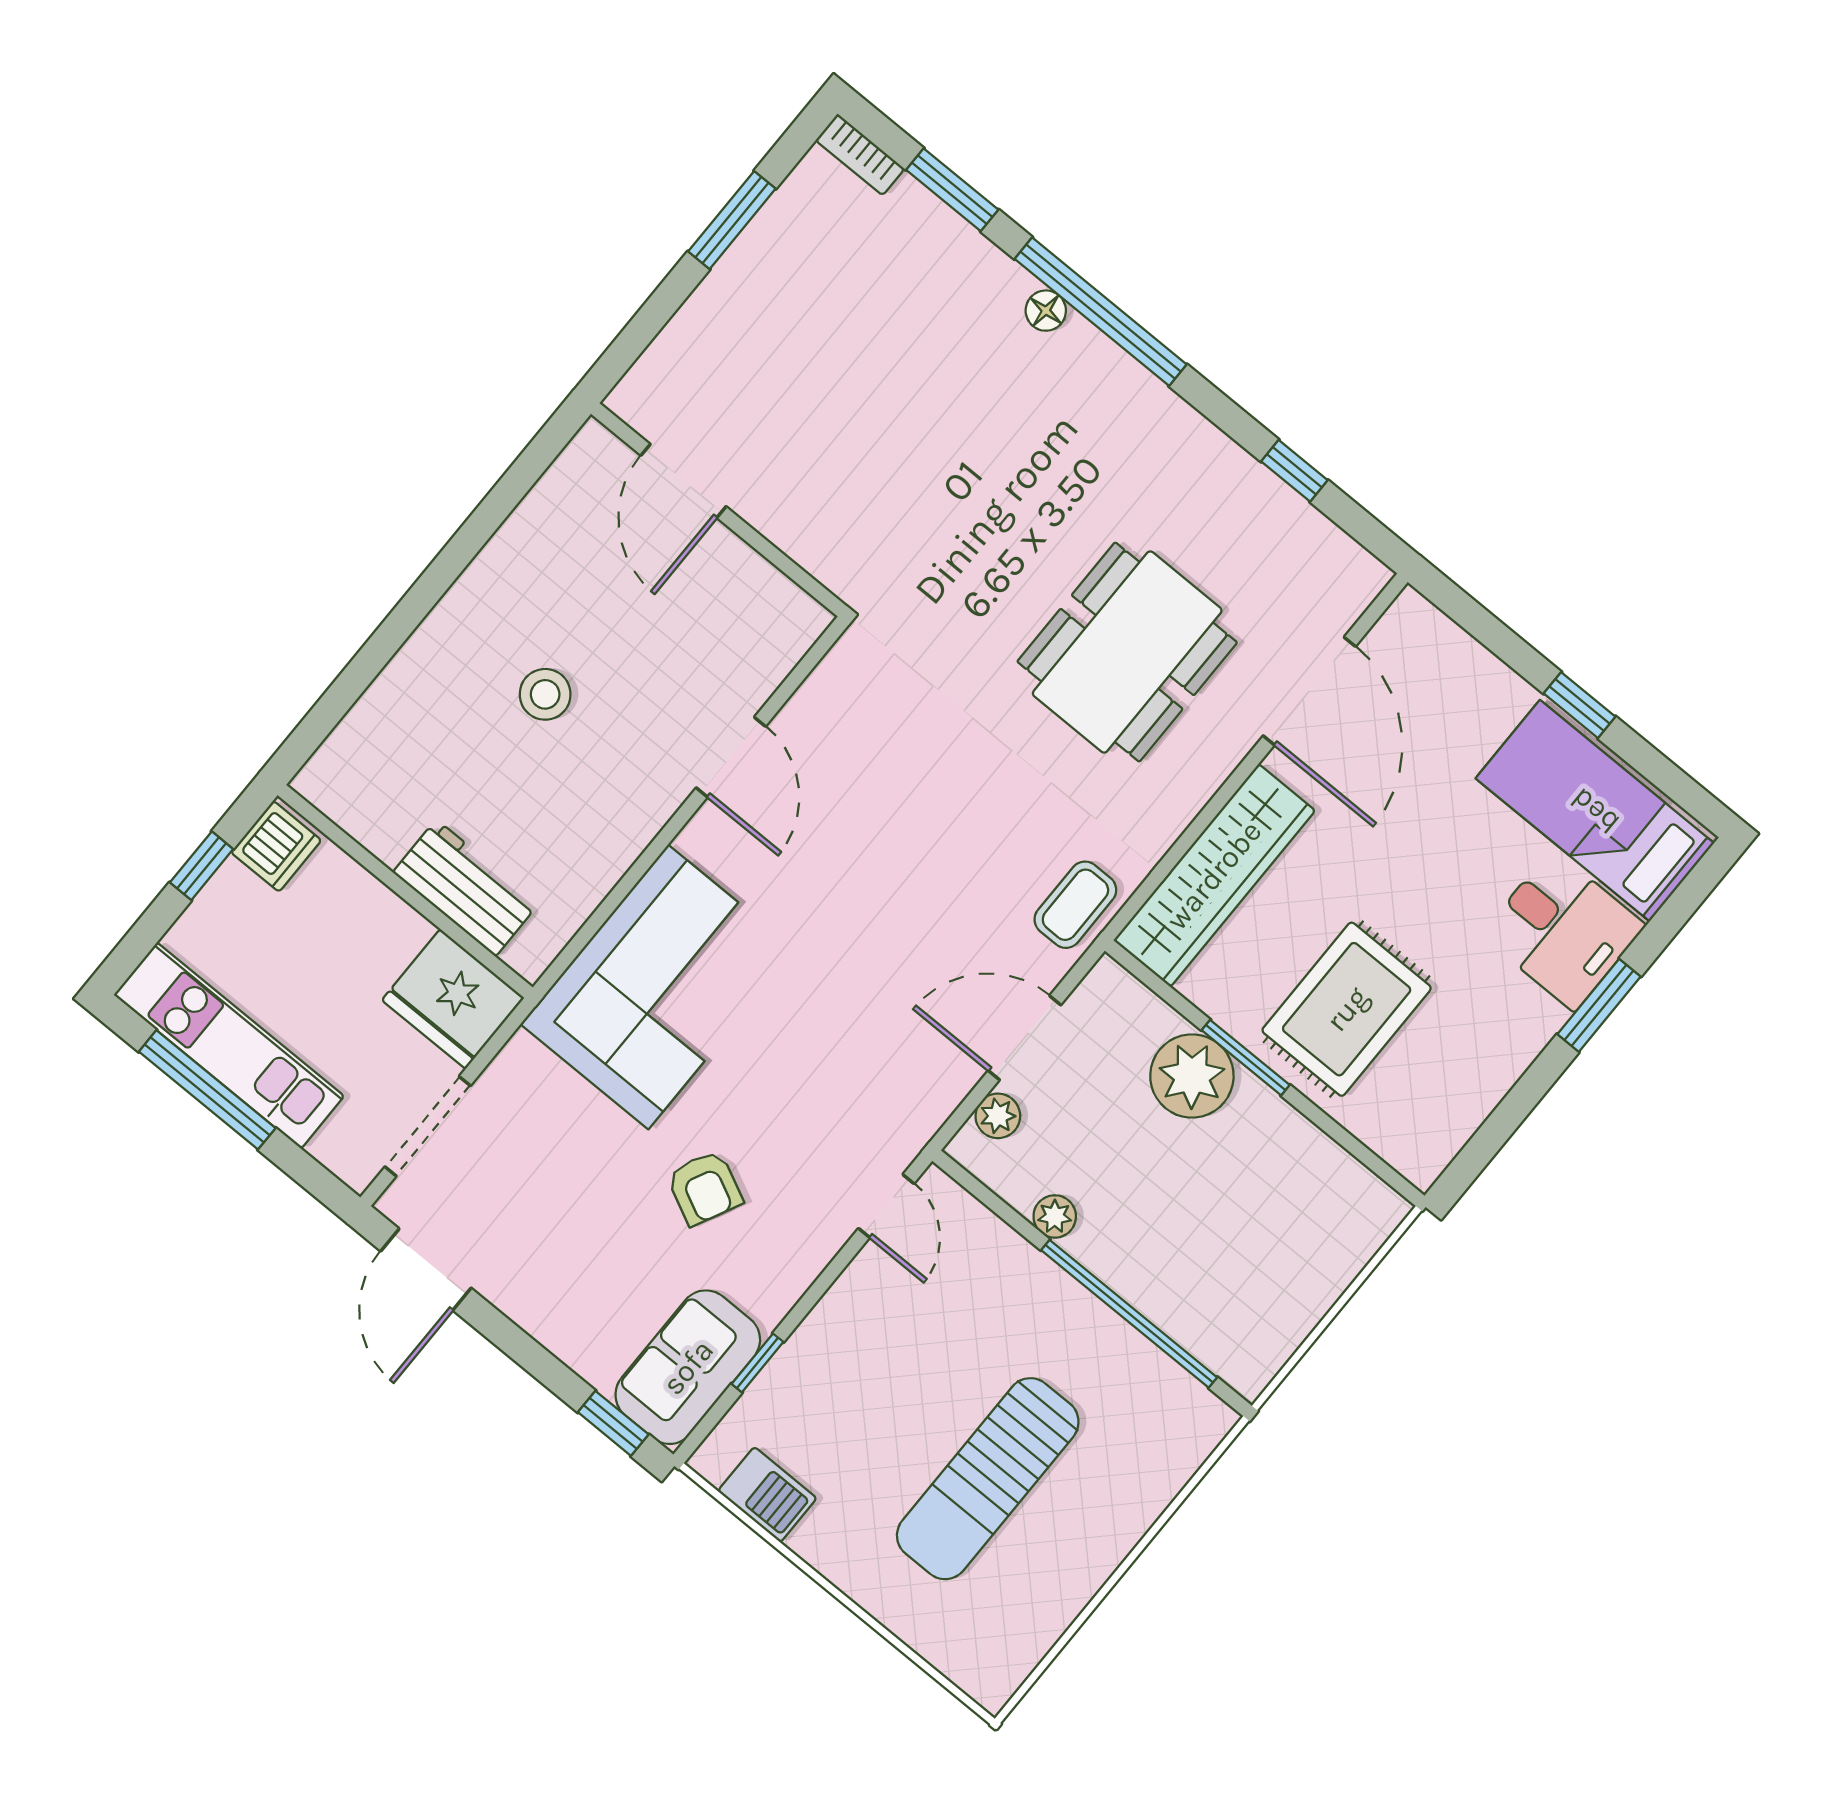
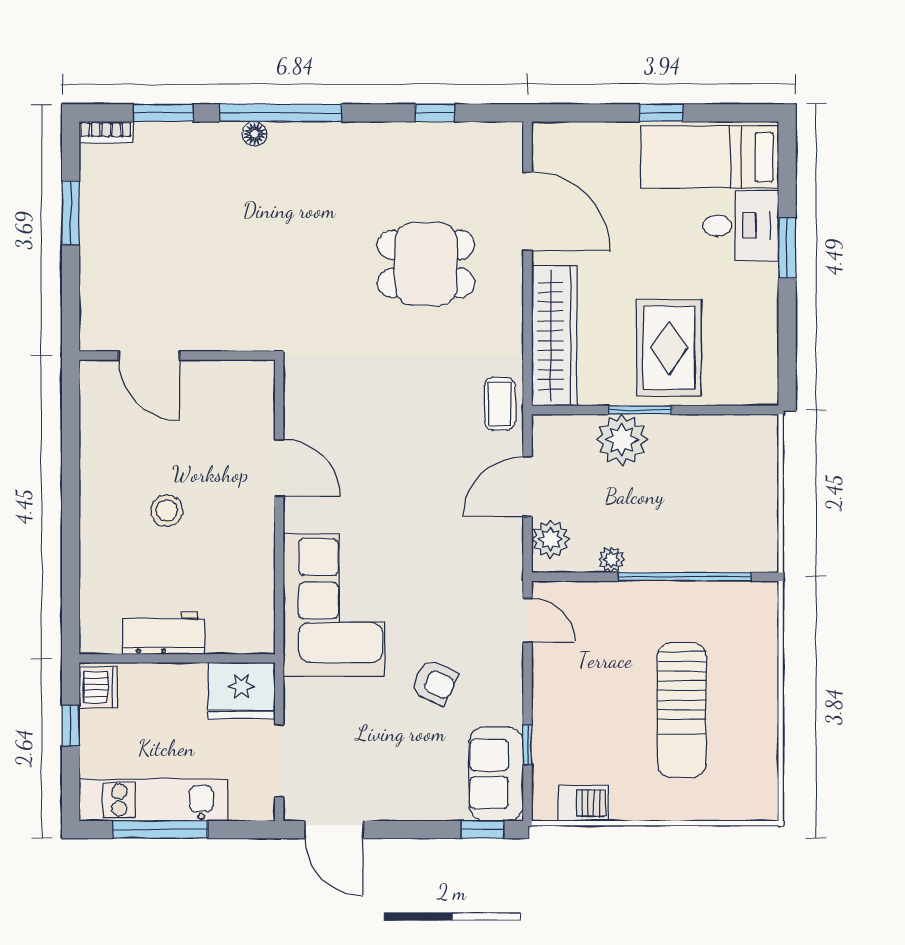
dining table: (1127, 652) -> (426, 264), width x0.73
workbench: (466, 888) -> (163, 633), moved
plant: (998, 1116) -> (550, 539), width x1.38, depth x1.38

